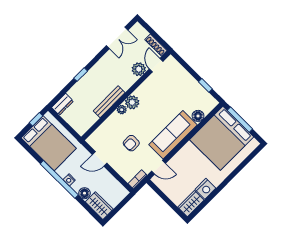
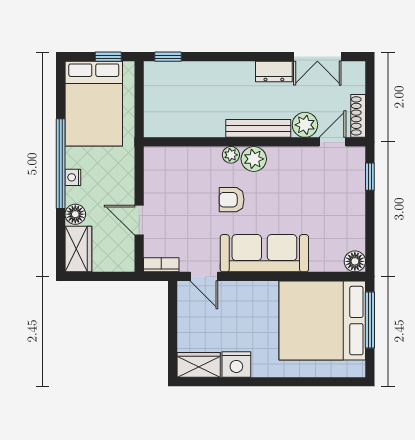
window: (81, 75) -> (168, 57), moved
window: (205, 85) -> (370, 177), moved
bench: (109, 102) -> (258, 128), moved
dresser: (63, 104) -> (274, 71), moved
floor lamp: (198, 116) -> (355, 261), moved
armchair: (131, 143) -> (232, 200), moved
door: (100, 159) -> (139, 220), moved

